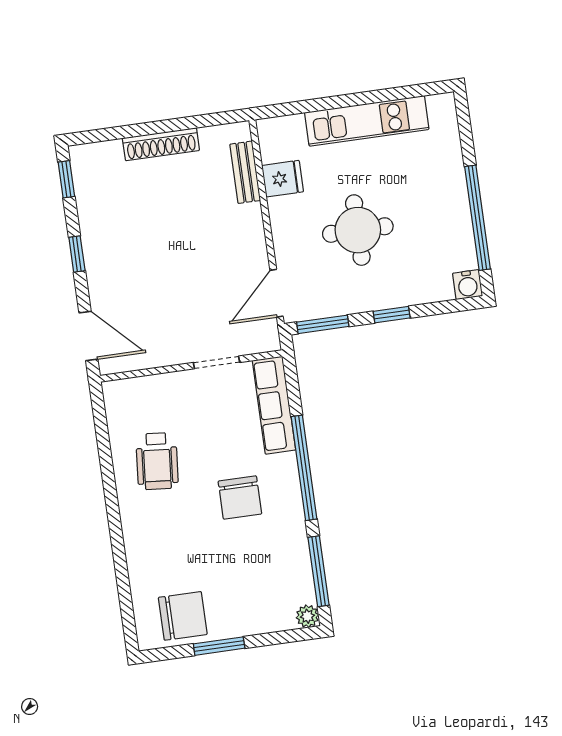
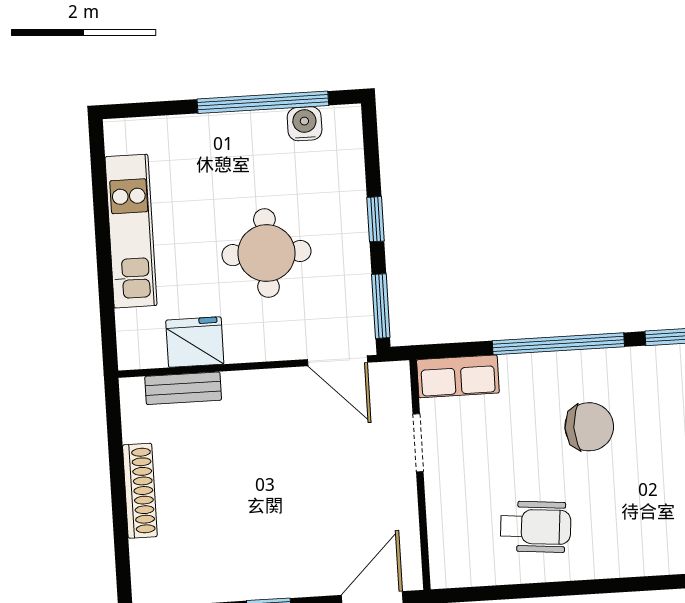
fridge: (283, 179) -> (195, 342), width x1.38
water cooler: (468, 285) -> (305, 124), moved, turned -90
row of seats: (274, 405) -> (458, 376), width x0.68

